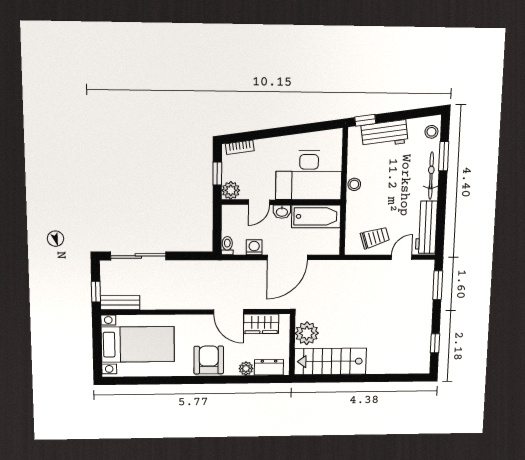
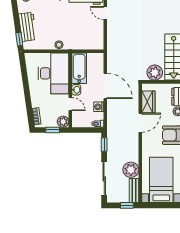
trolley: (375, 238) -> (93, 31), removed
window: (194, 256) -> (104, 144), added
plant: (154, 298) -> (131, 170), added

